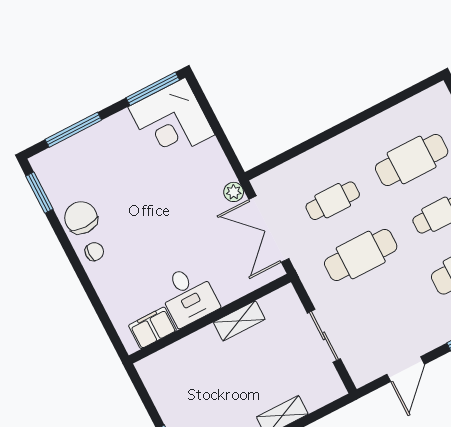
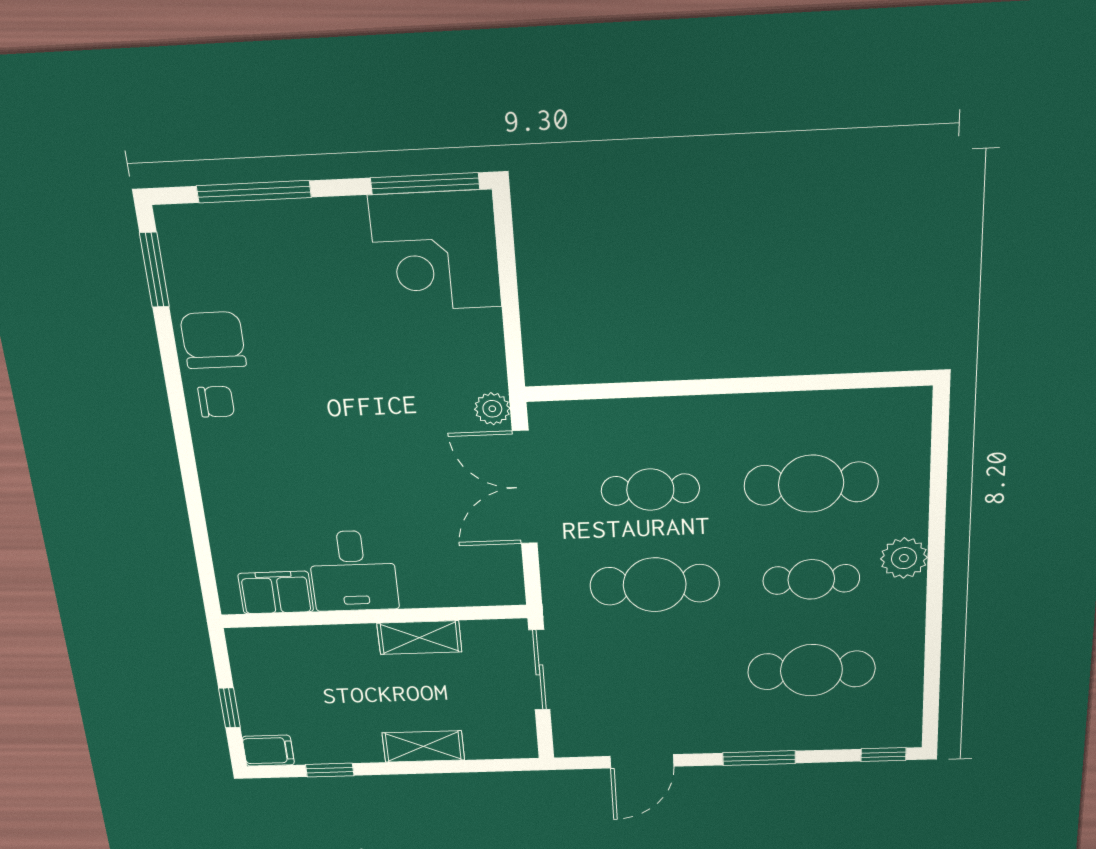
desk: (188, 295) -> (353, 571), moved
wall: (210, 319) -> (374, 616), moved
shelving: (239, 321) -> (419, 638), moved
filing cabinet: (153, 328) -> (276, 593), moved

